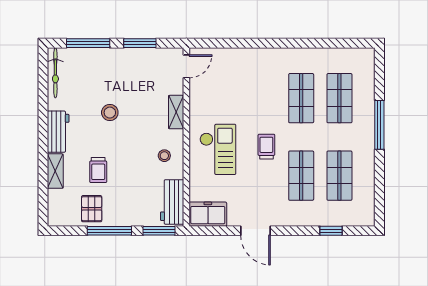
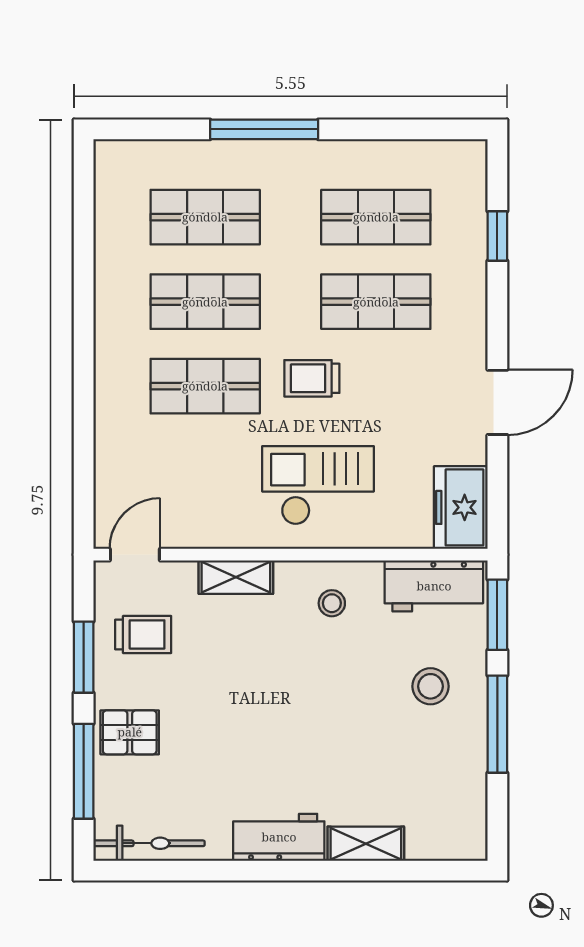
door: (186, 66) -> (135, 555), hinge flipped
shop shelf: (263, 98) -> (205, 386), added
stool: (110, 113) -> (431, 686), moved
trolley: (98, 170) -> (143, 634), moved
pallet: (92, 209) -> (130, 732), moved

